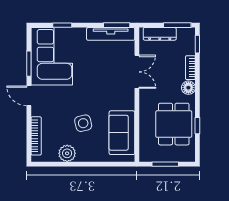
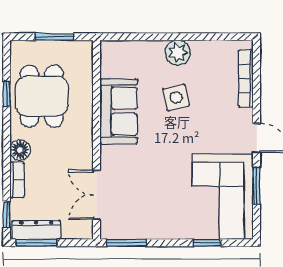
tv unit: (111, 34) -> (135, 230), removed
dresser: (160, 34) -> (36, 230), moved
double door: (137, 72) -> (97, 195), moved
sofa: (122, 133) -> (119, 111), moved
plant: (67, 153) -> (178, 53), moved

